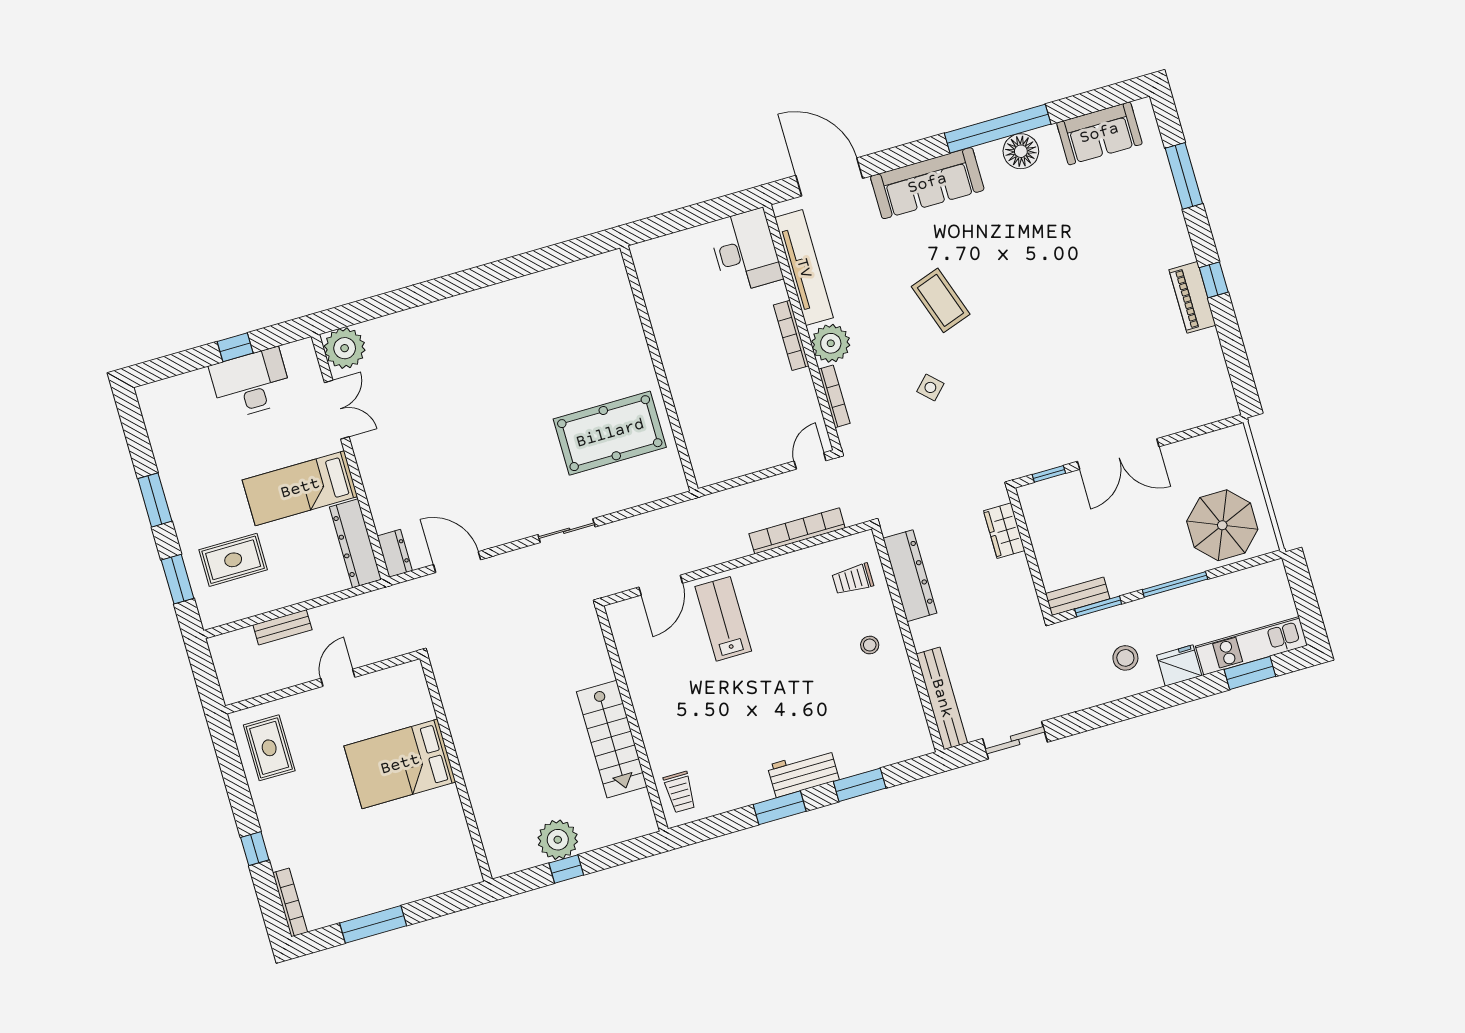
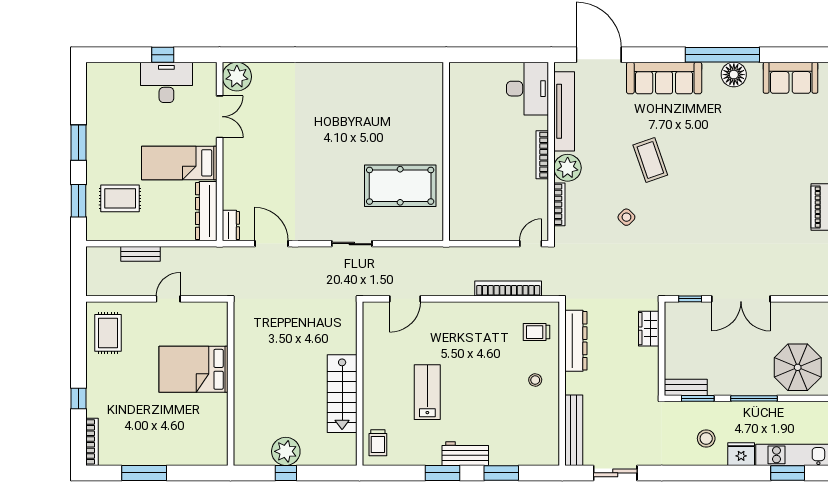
lab bench: (723, 619) -> (427, 392), moved

